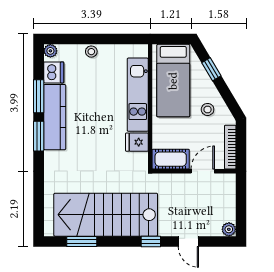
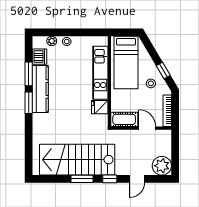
plant: (50, 51) -> (52, 41), moved
window: (211, 69) -> (163, 70), moved
door: (203, 171) -> (147, 128), hinge flipped
plant: (229, 229) -> (162, 166), width x1.88, depth x1.88
window: (82, 241) -> (82, 179), moved
door: (188, 241) -> (137, 179), hinge flipped

